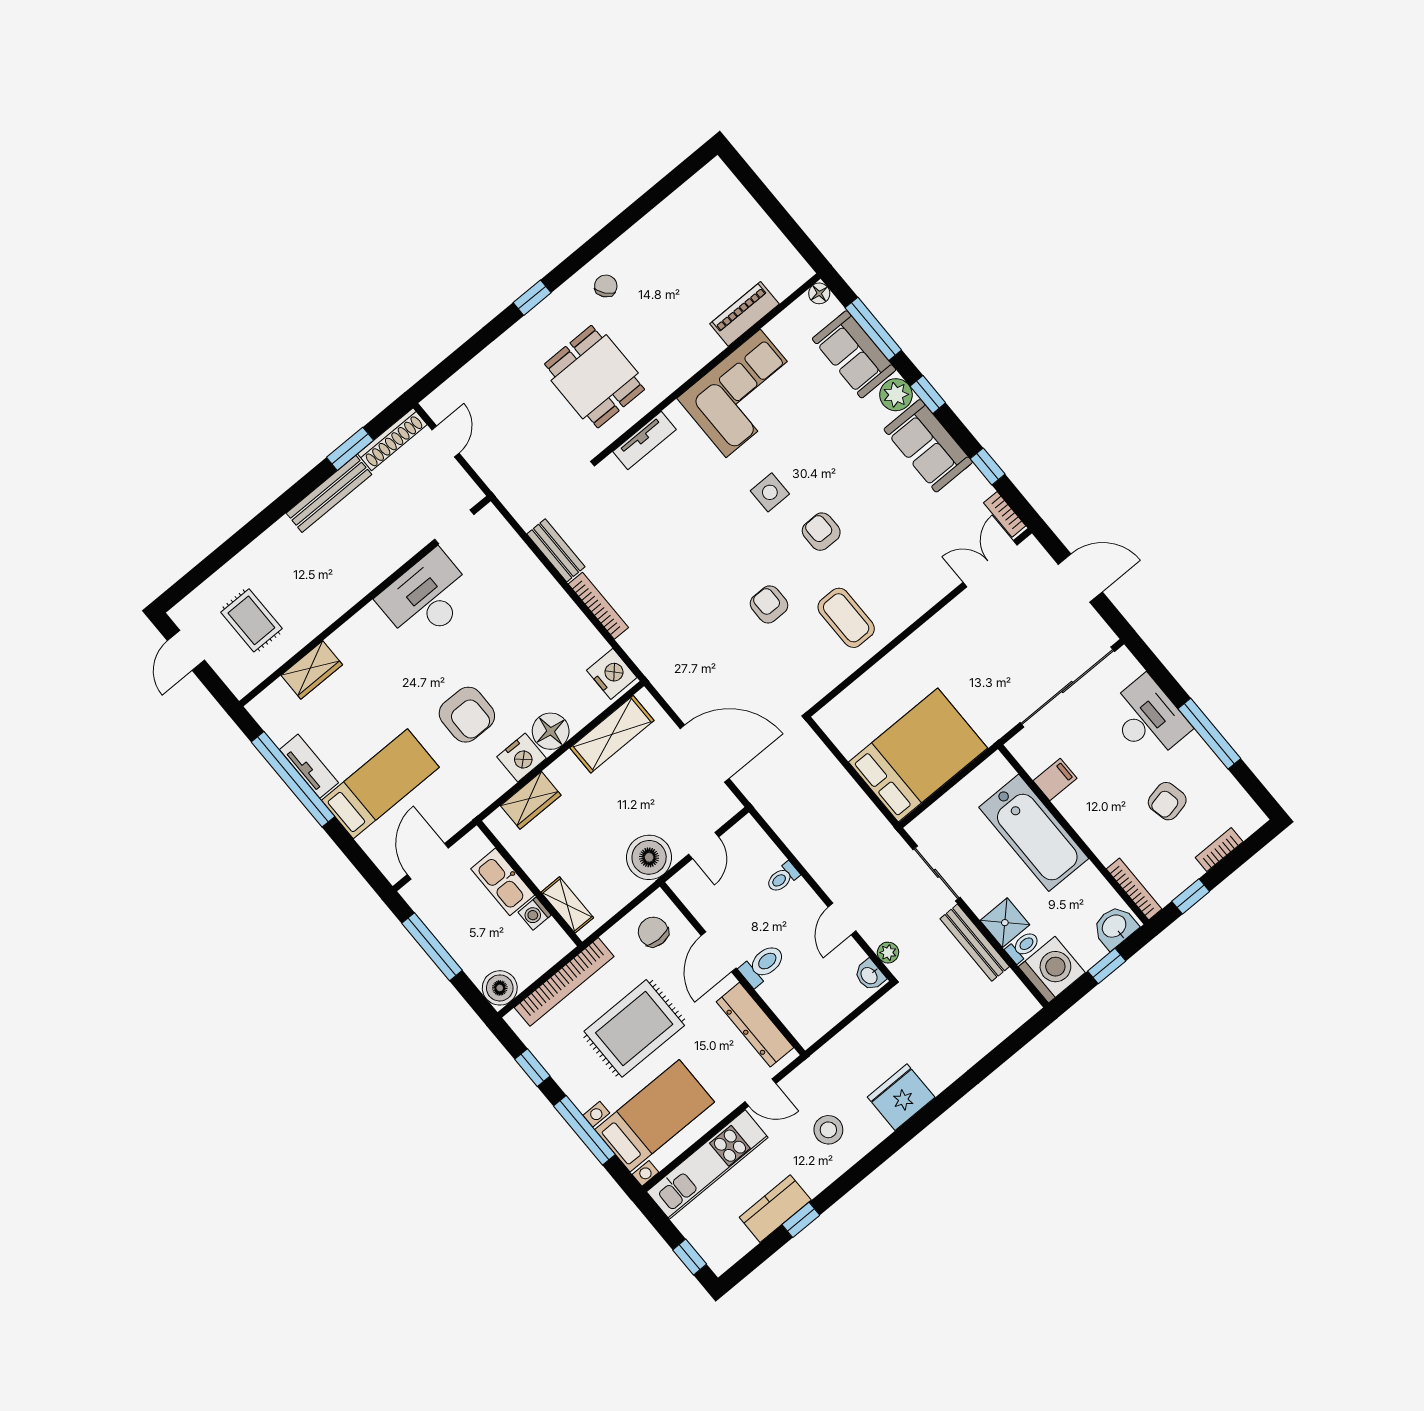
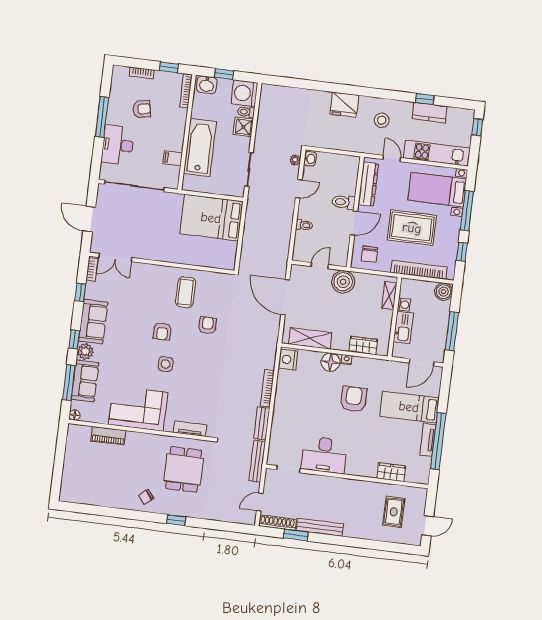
armchair: (769, 604) -> (207, 325), turned 180
nightstand: (522, 757) -> (347, 360), width x0.53, depth x0.56
bench: (975, 943) -> (257, 461), moved

